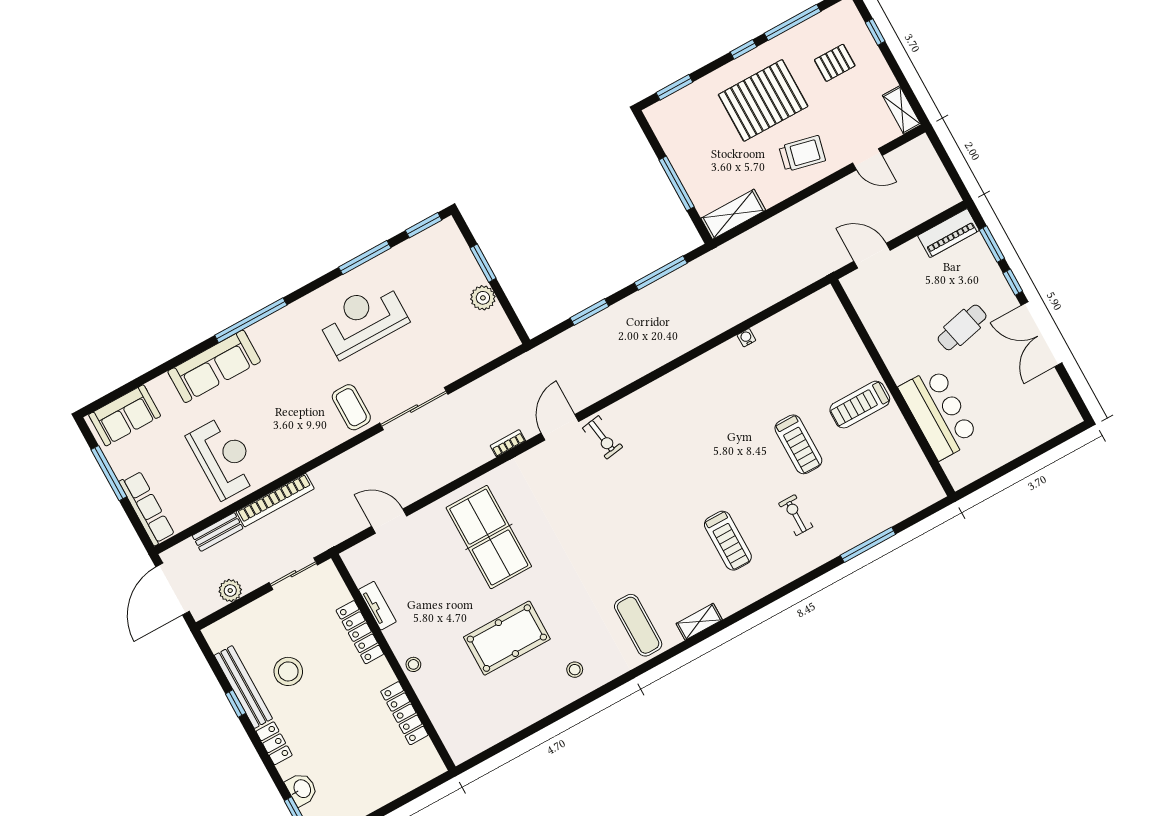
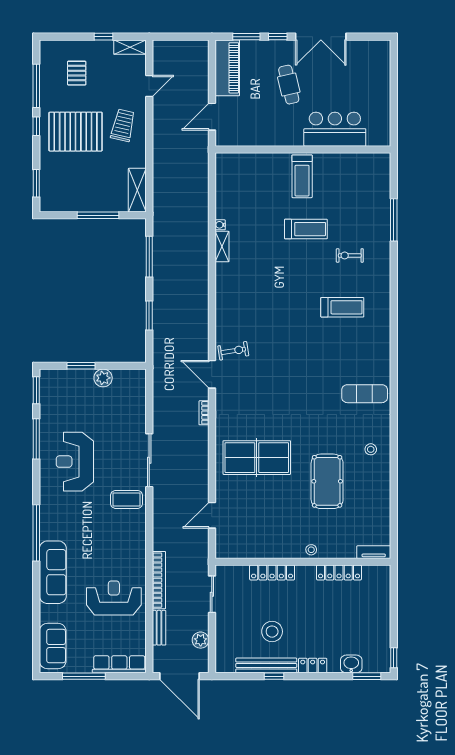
window: (875, 32) -> (104, 37), moved
pallet: (763, 100) -> (76, 132), turned 90
piano: (948, 233) -> (227, 68), width x1.37, depth x1.33
tv unit: (377, 606) -> (374, 552), moved
shelving: (699, 622) -> (222, 247), moved

